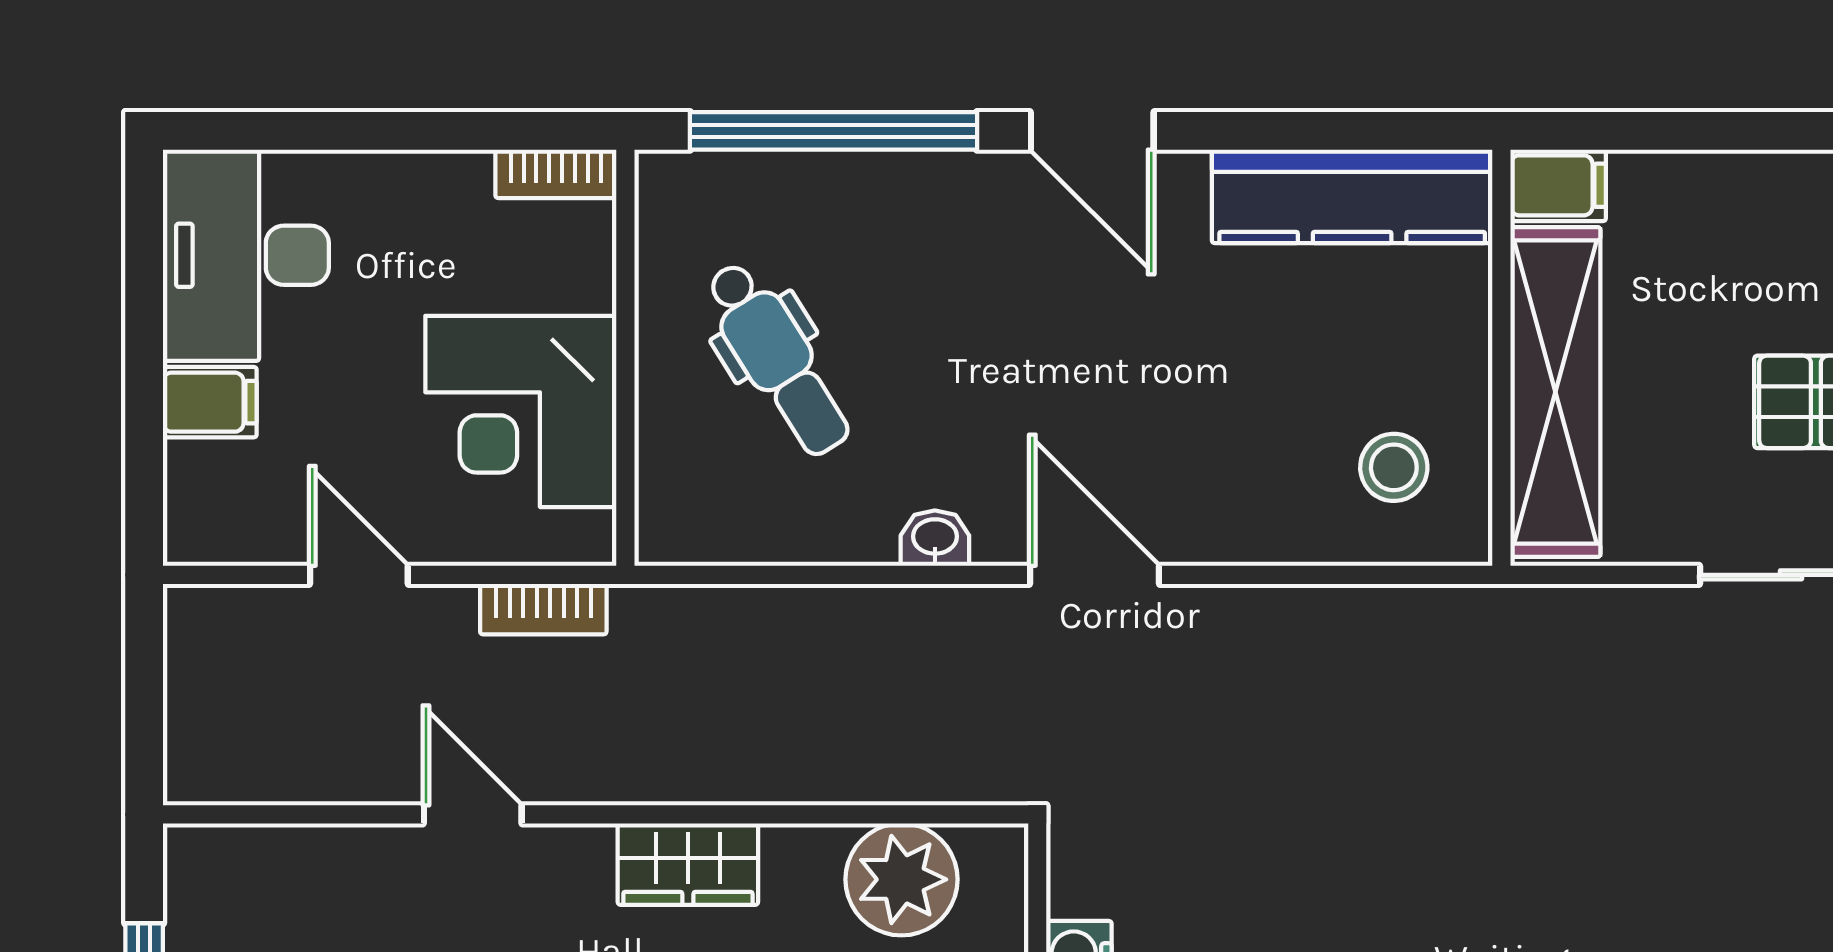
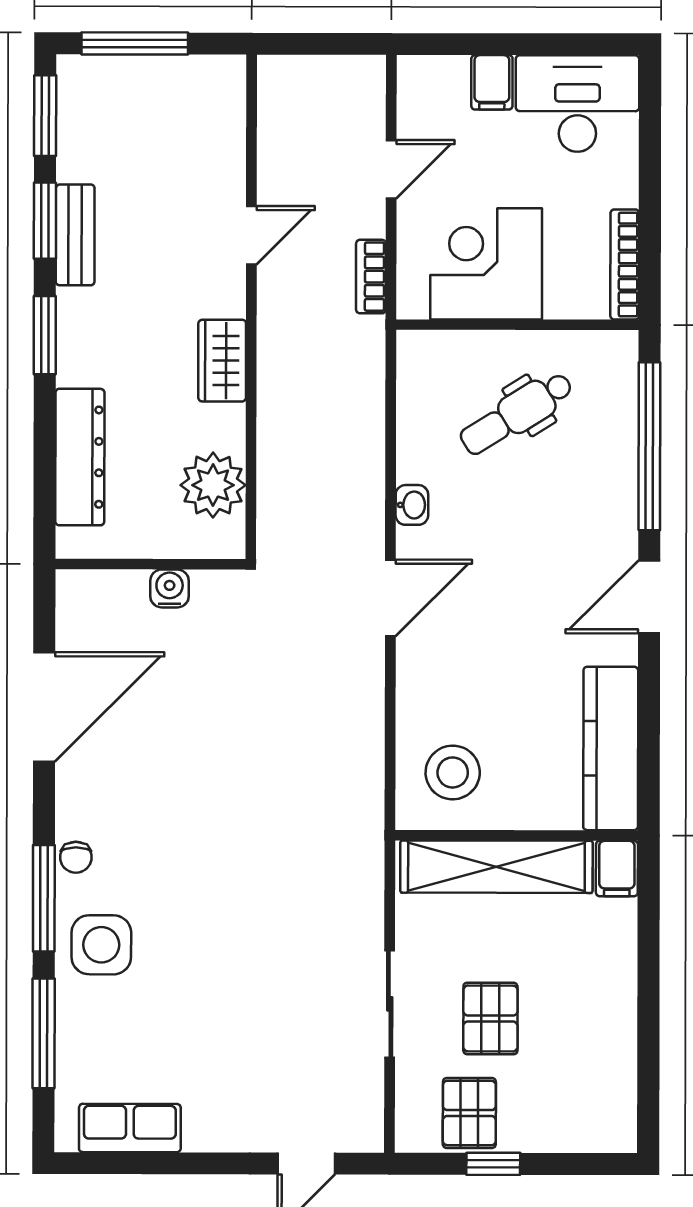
bookcase: (556, 174) -> (625, 264), width x1.56
stool: (1394, 467) -> (453, 772), width x1.38, depth x1.38

